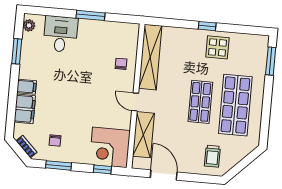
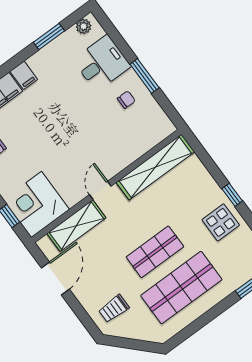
chair: (121, 64) -> (126, 100), moved

